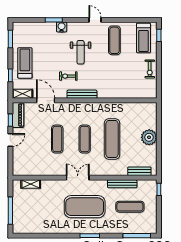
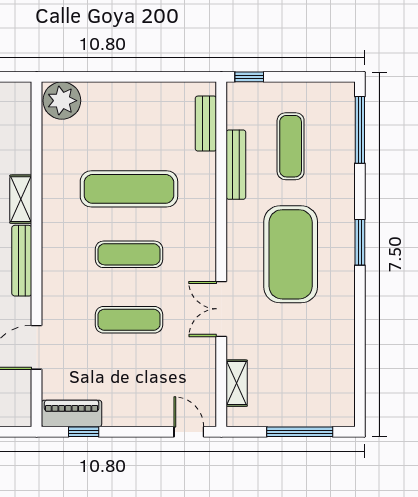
shelving: (22, 94) -> (21, 199), moved
plant: (149, 137) -> (62, 101), moved
door: (10, 140) -> (189, 432), moved
double door: (78, 178) -> (221, 309), moved

